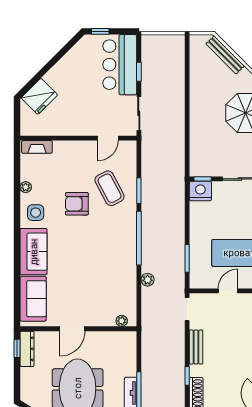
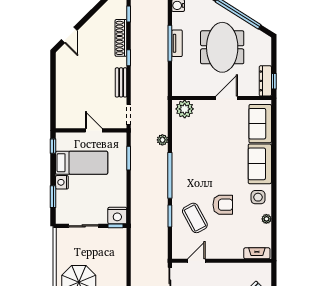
door: (228, 291) -> (94, 130), swing flipped
plant: (122, 321) -> (185, 109), width x1.88, depth x1.88

